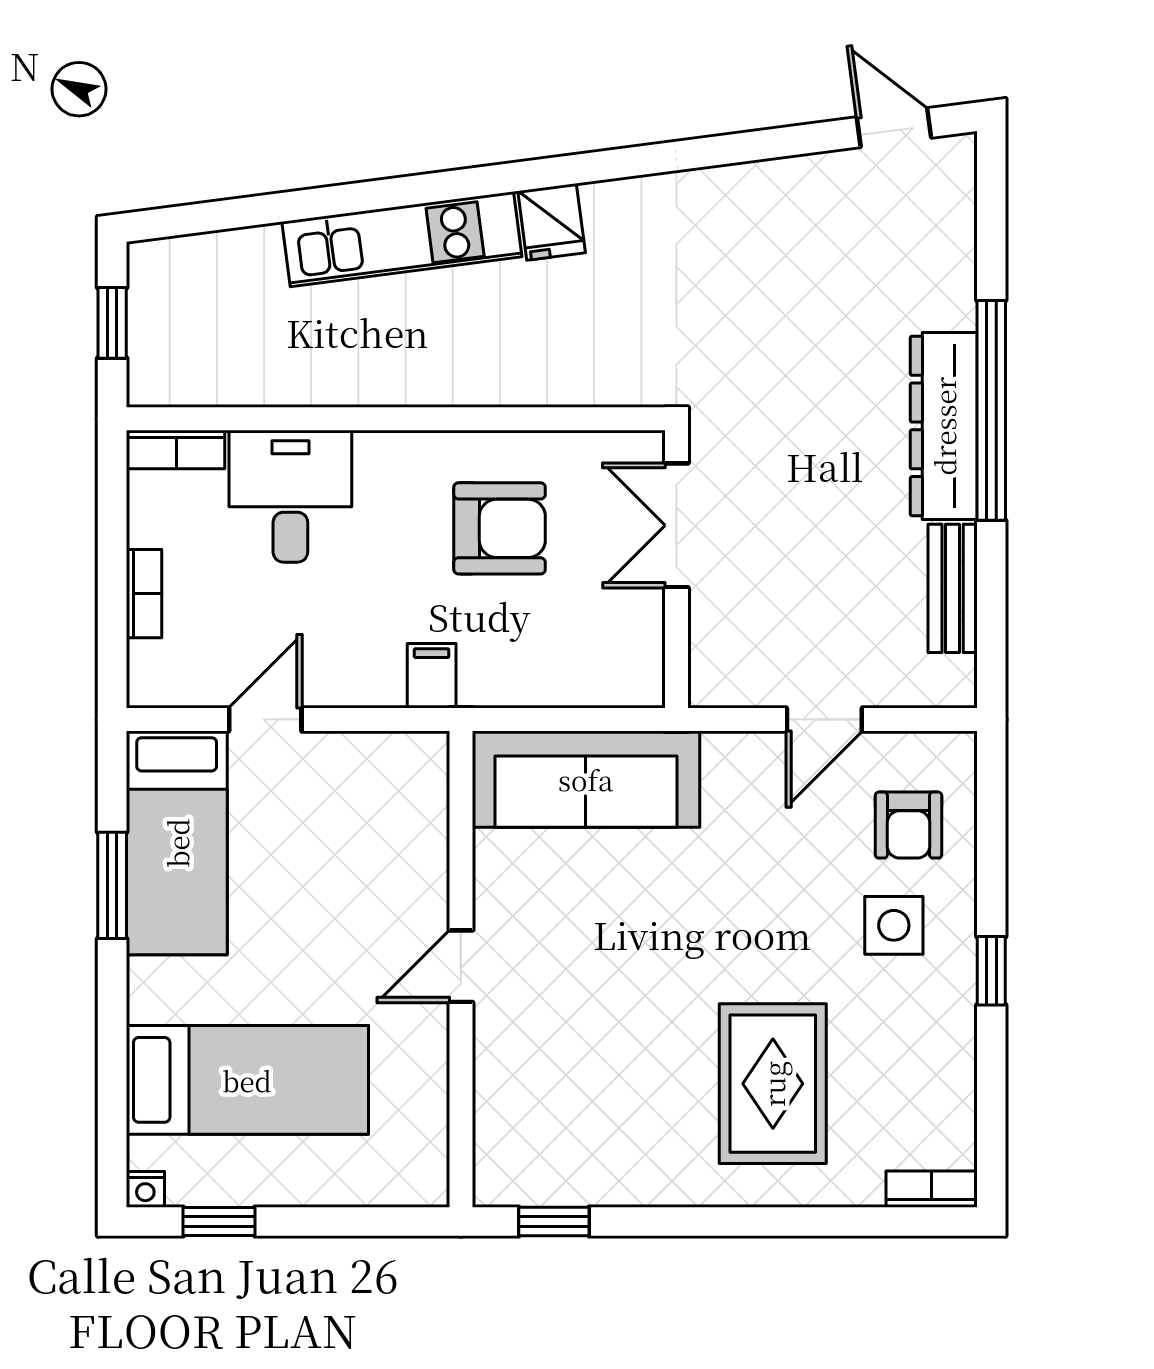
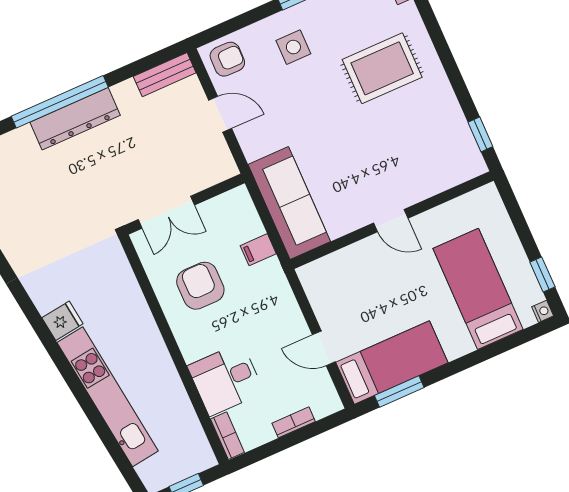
kitchen unit: (402, 239) -> (108, 397), width x1.36
bench: (953, 588) -> (165, 75), moved
filing cabinet: (432, 676) -> (258, 250), moved
armchair: (908, 825) -> (227, 59), moved
window: (112, 885) -> (399, 392), moved

